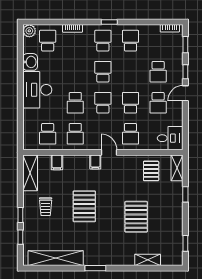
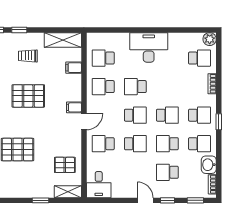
washbasin: (30, 62) -> (209, 165), moved, turned 90
school desk: (158, 103) -> (167, 144), moved

